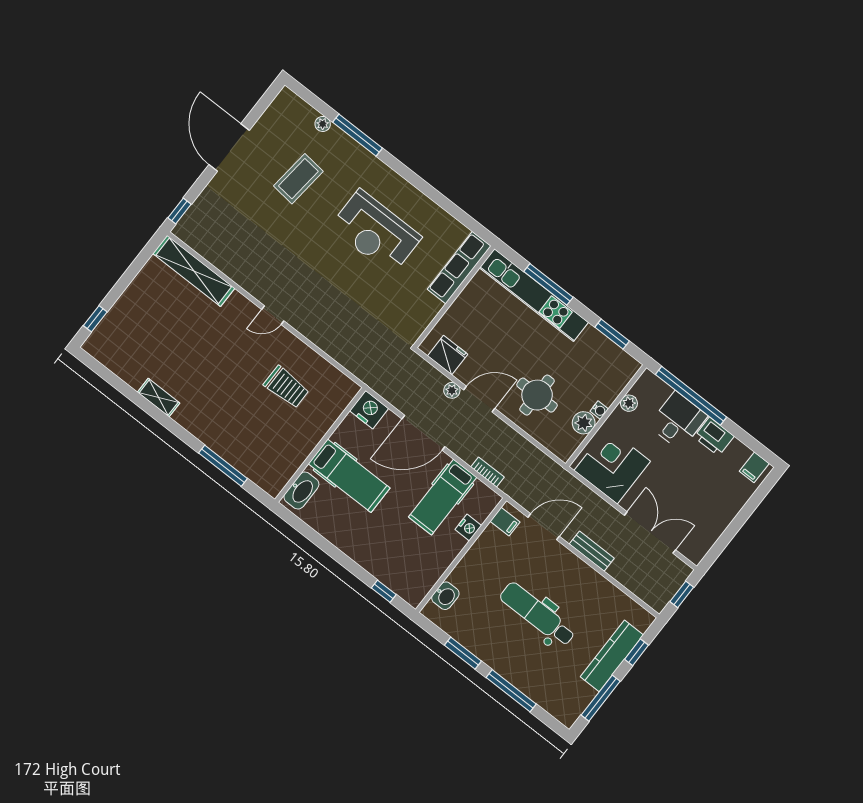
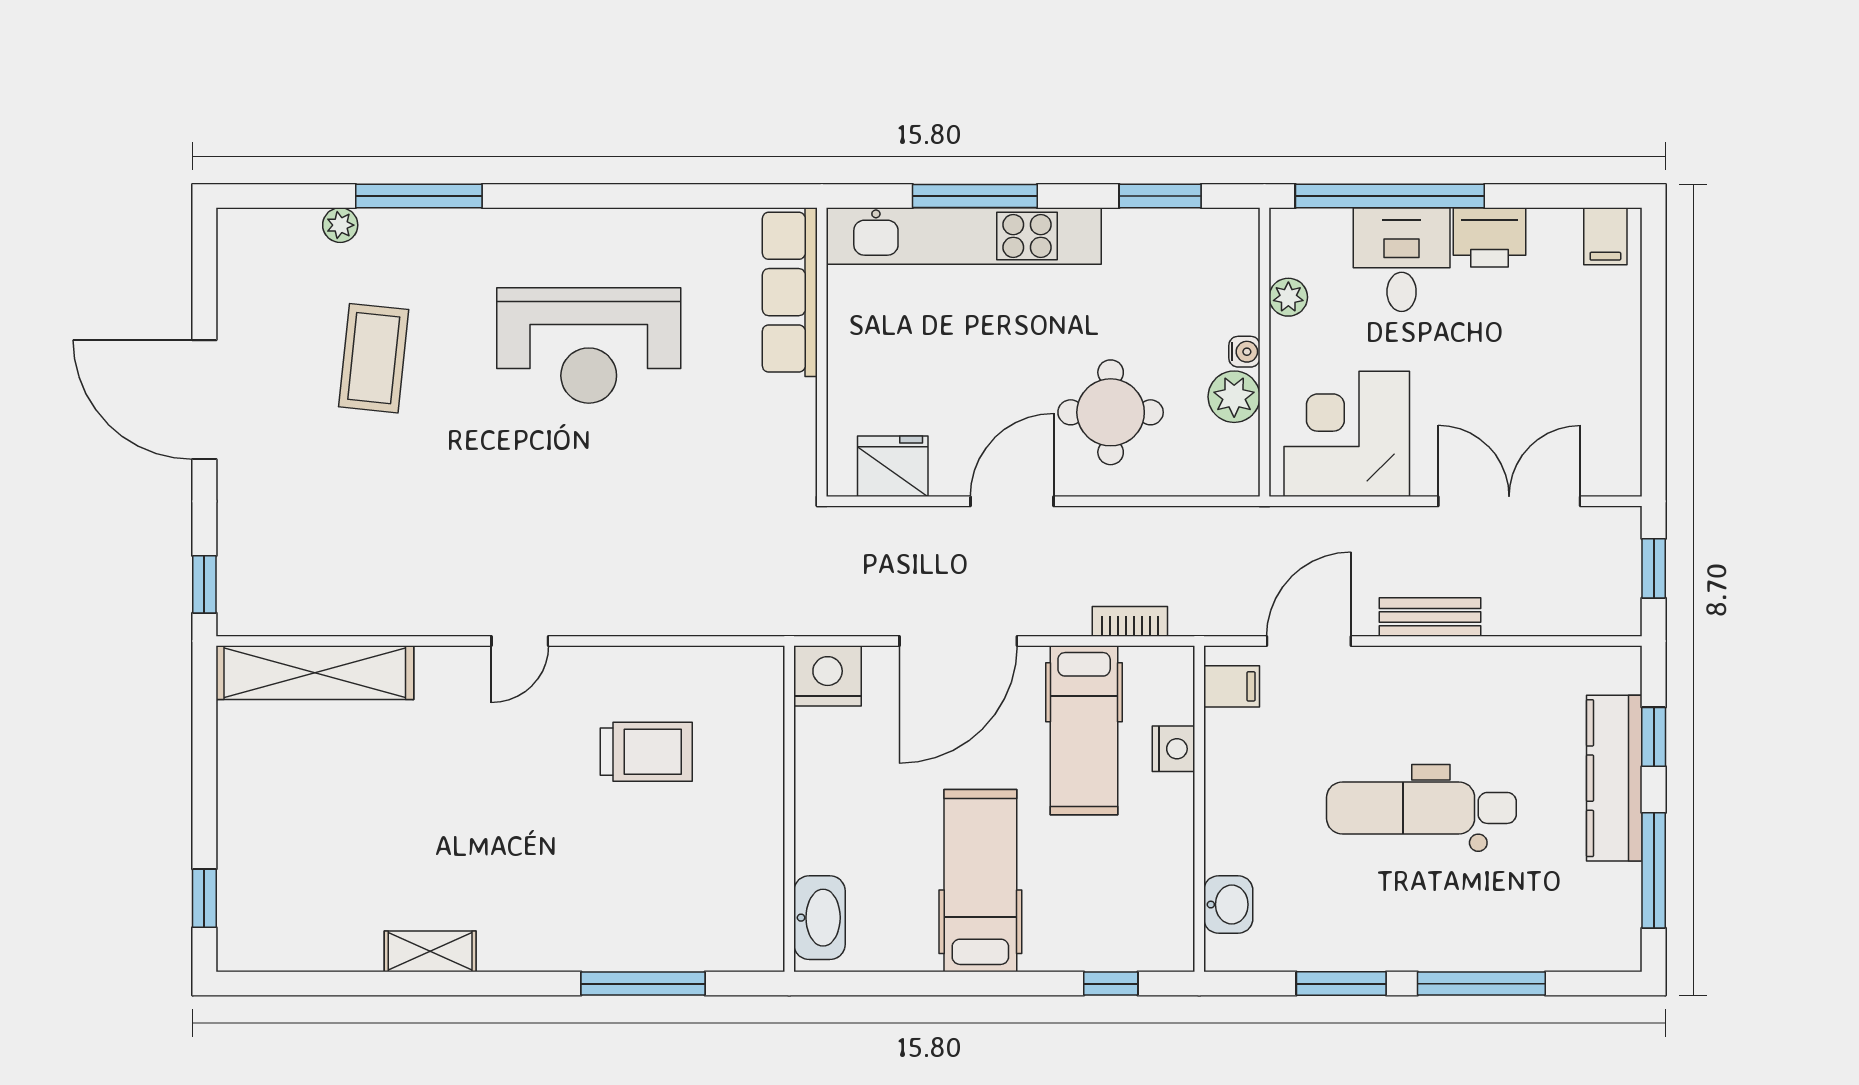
plant: (452, 390) -> (950, 524), removed
hospital bed: (349, 476) -> (980, 881), moved, turned -90

